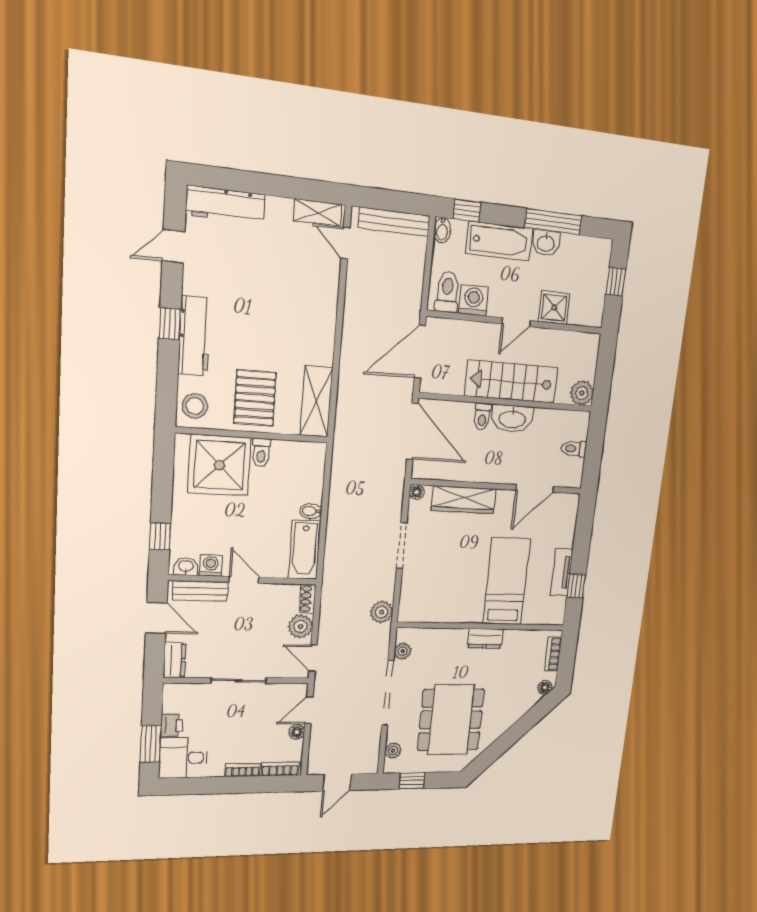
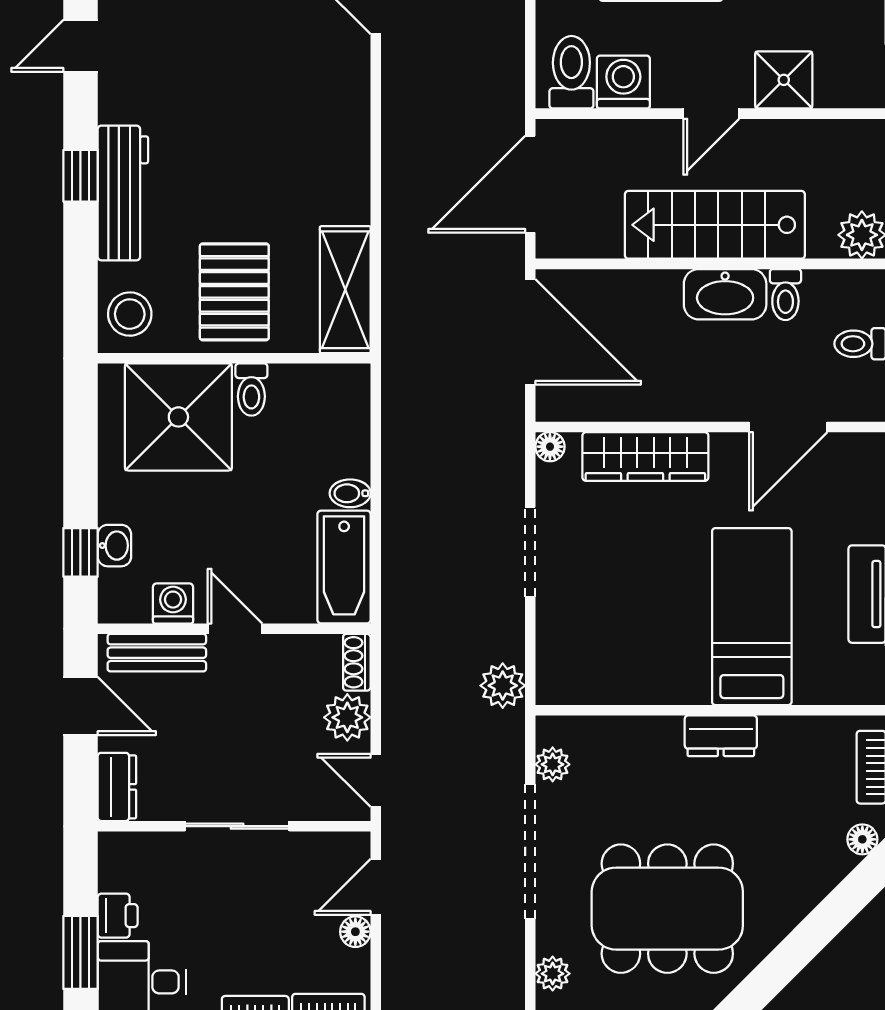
toilet: (482, 416) -> (785, 295), moved
washbasin: (186, 566) -> (114, 546), moved, turned 90
dining table: (451, 720) -> (667, 909), turned 90

